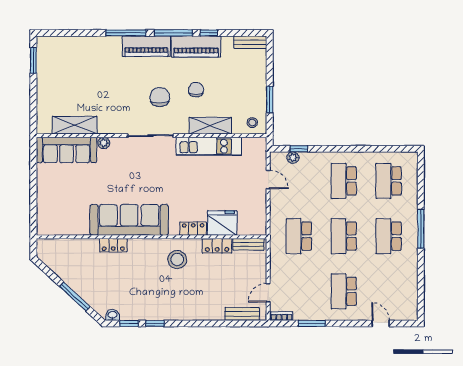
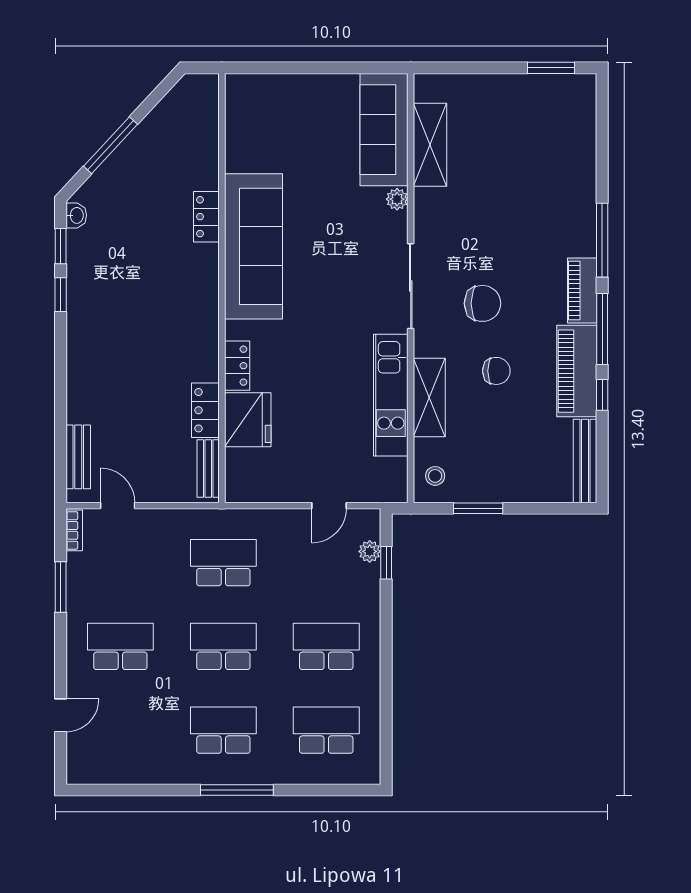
bench: (250, 42) -> (585, 461), width x1.36
piano: (146, 46) -> (582, 290), width x0.73, depth x0.75
stool: (177, 260) -> (180, 336), removed

